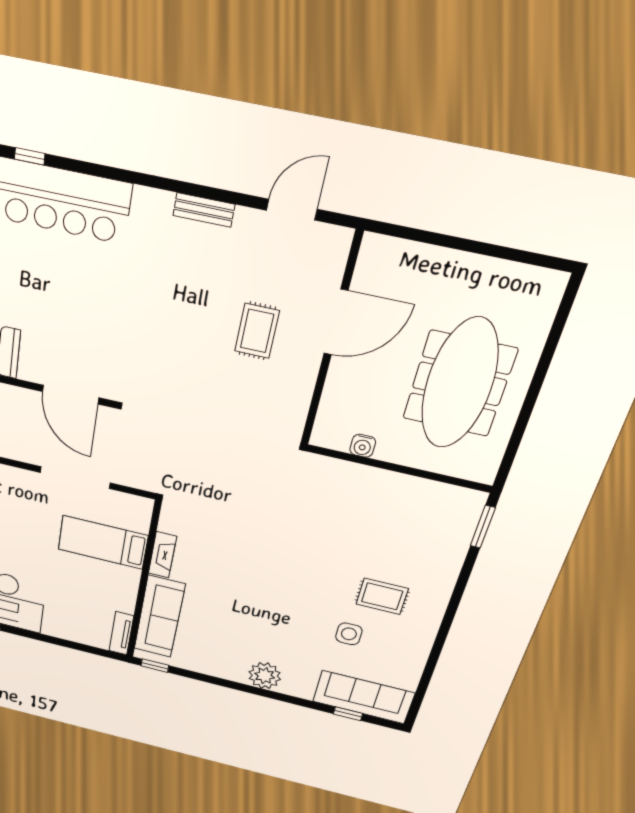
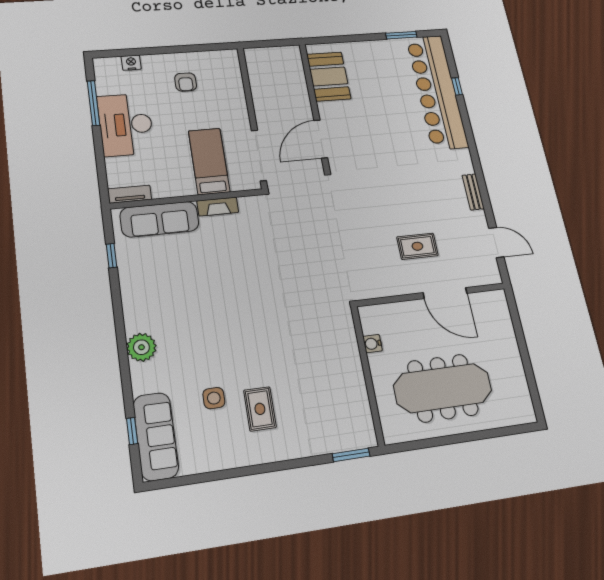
bed: (103, 542) -> (209, 161), moved
fireplace: (162, 555) -> (218, 207), moved
wall: (143, 582) -> (187, 199), moved
sofa: (159, 617) -> (159, 219), moved
tv unit: (121, 633) -> (130, 194), moved

